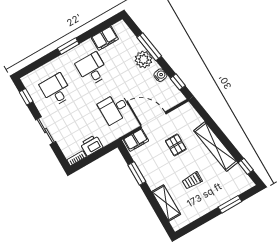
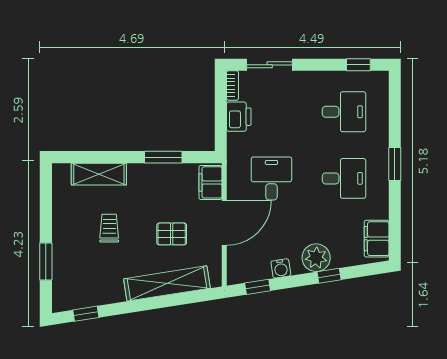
filing cabinet: (105, 38) -> (377, 239), moved
window: (149, 47) -> (329, 276), width x0.46
sliding door: (46, 131) -> (270, 65), moved
shelving: (216, 146) -> (167, 283), moved

